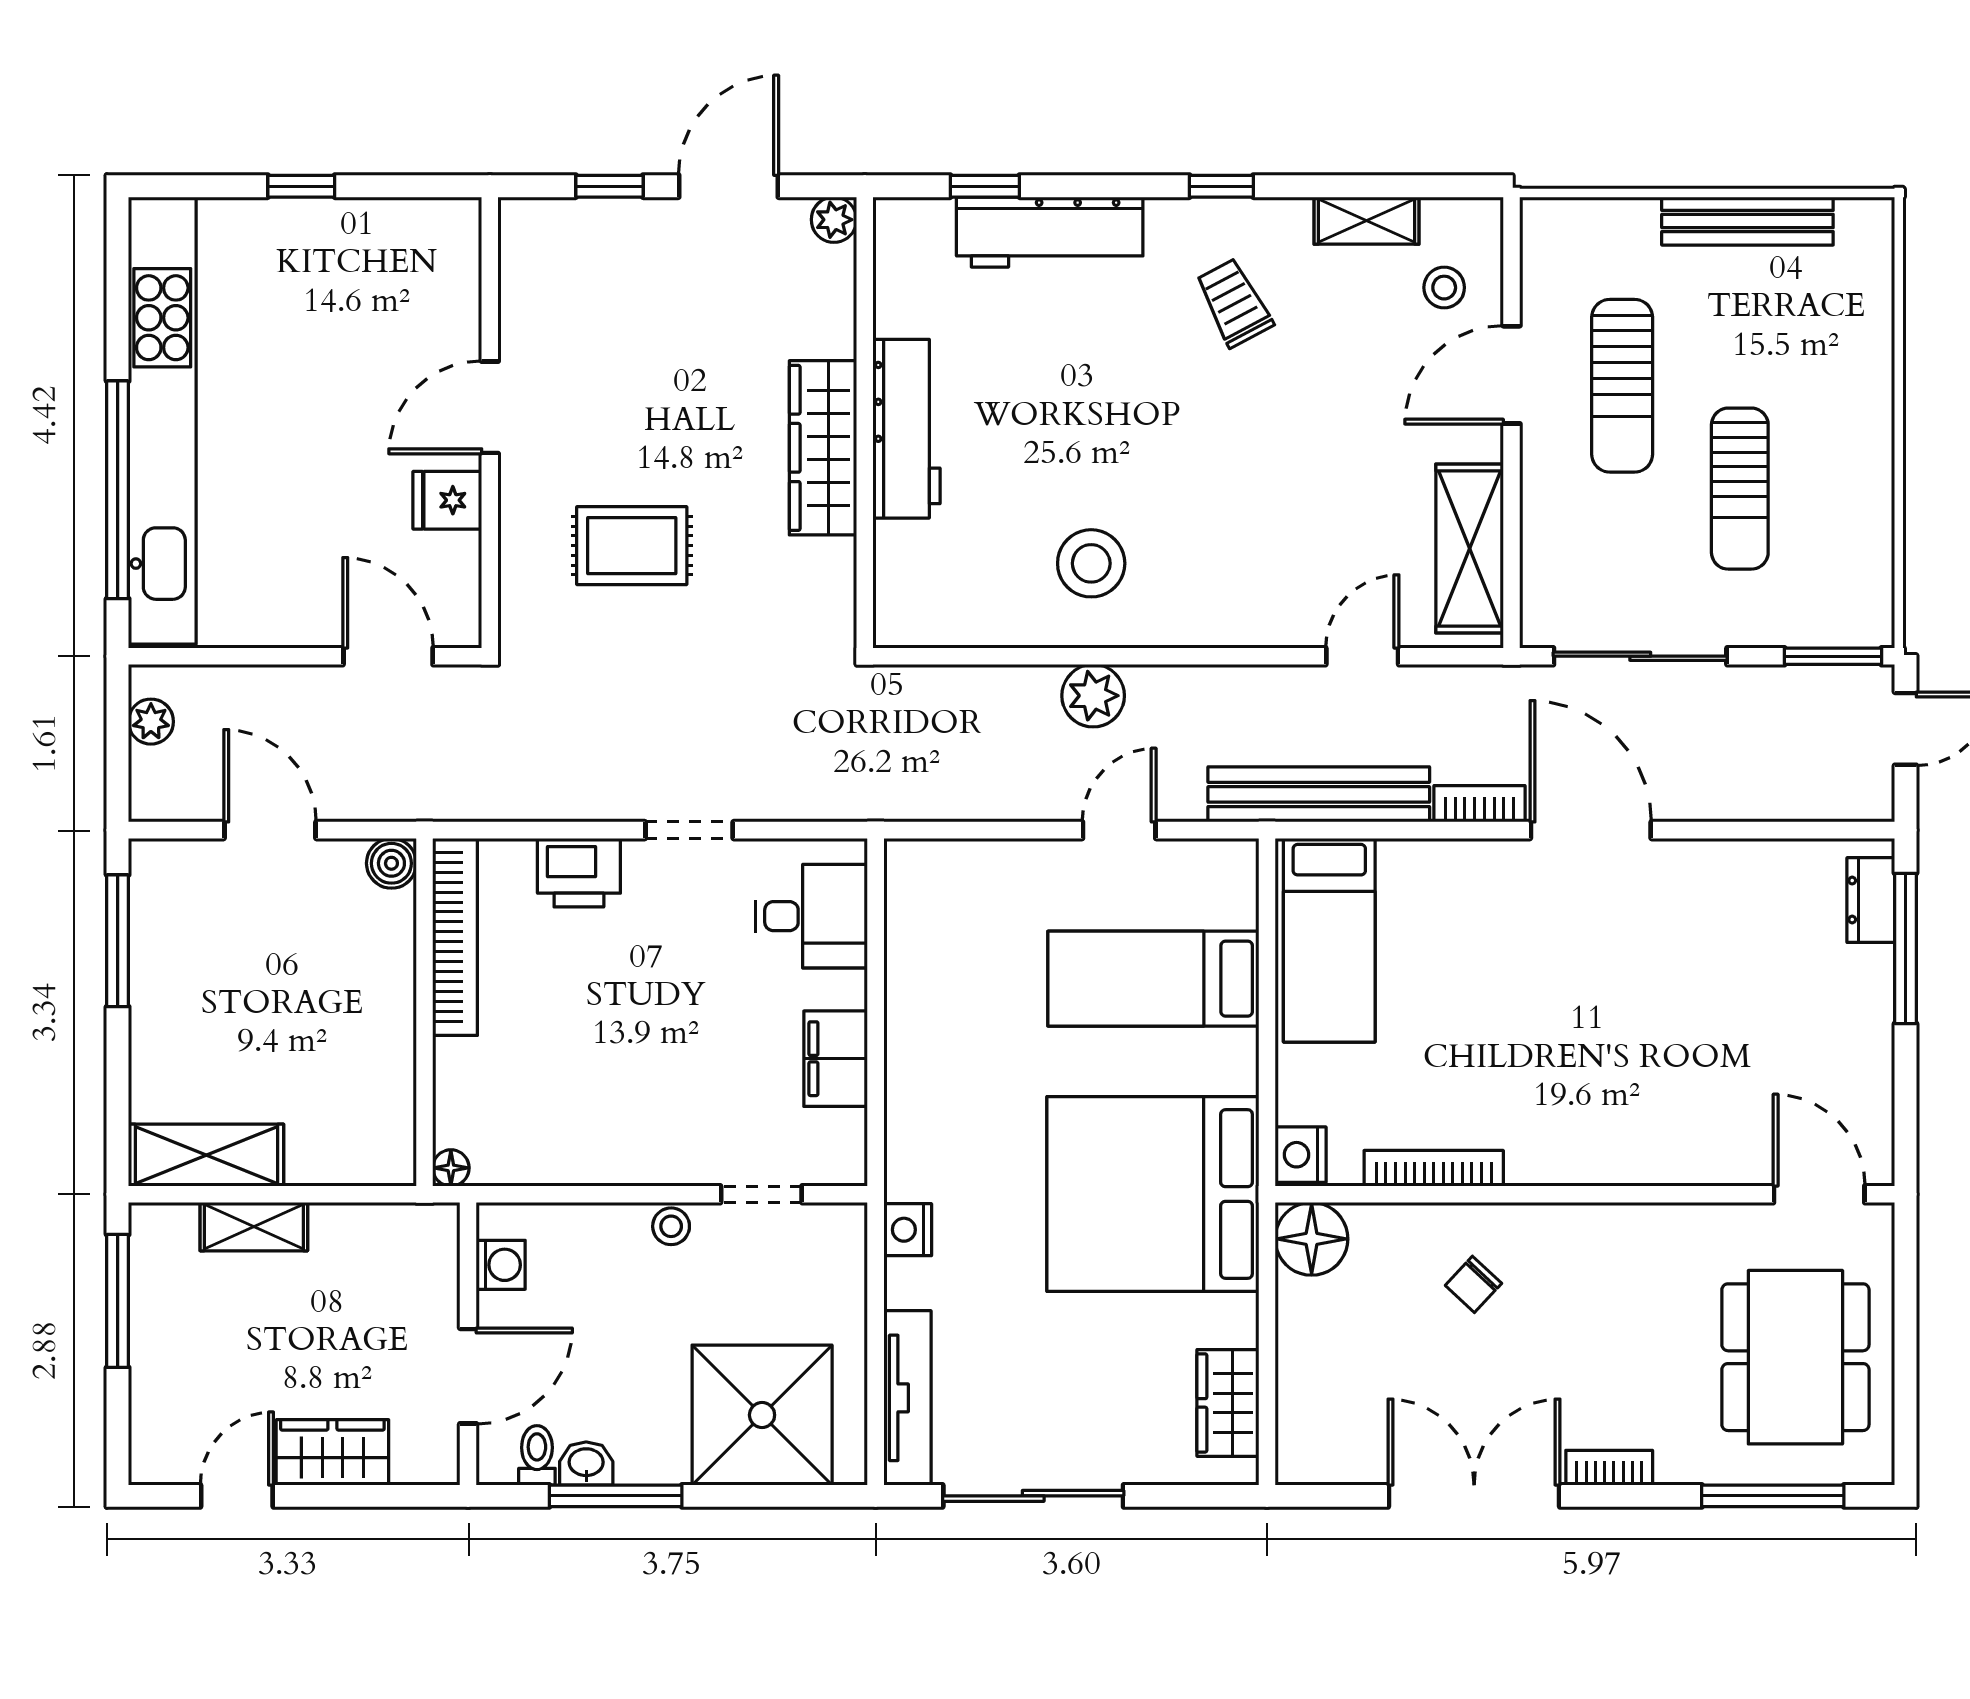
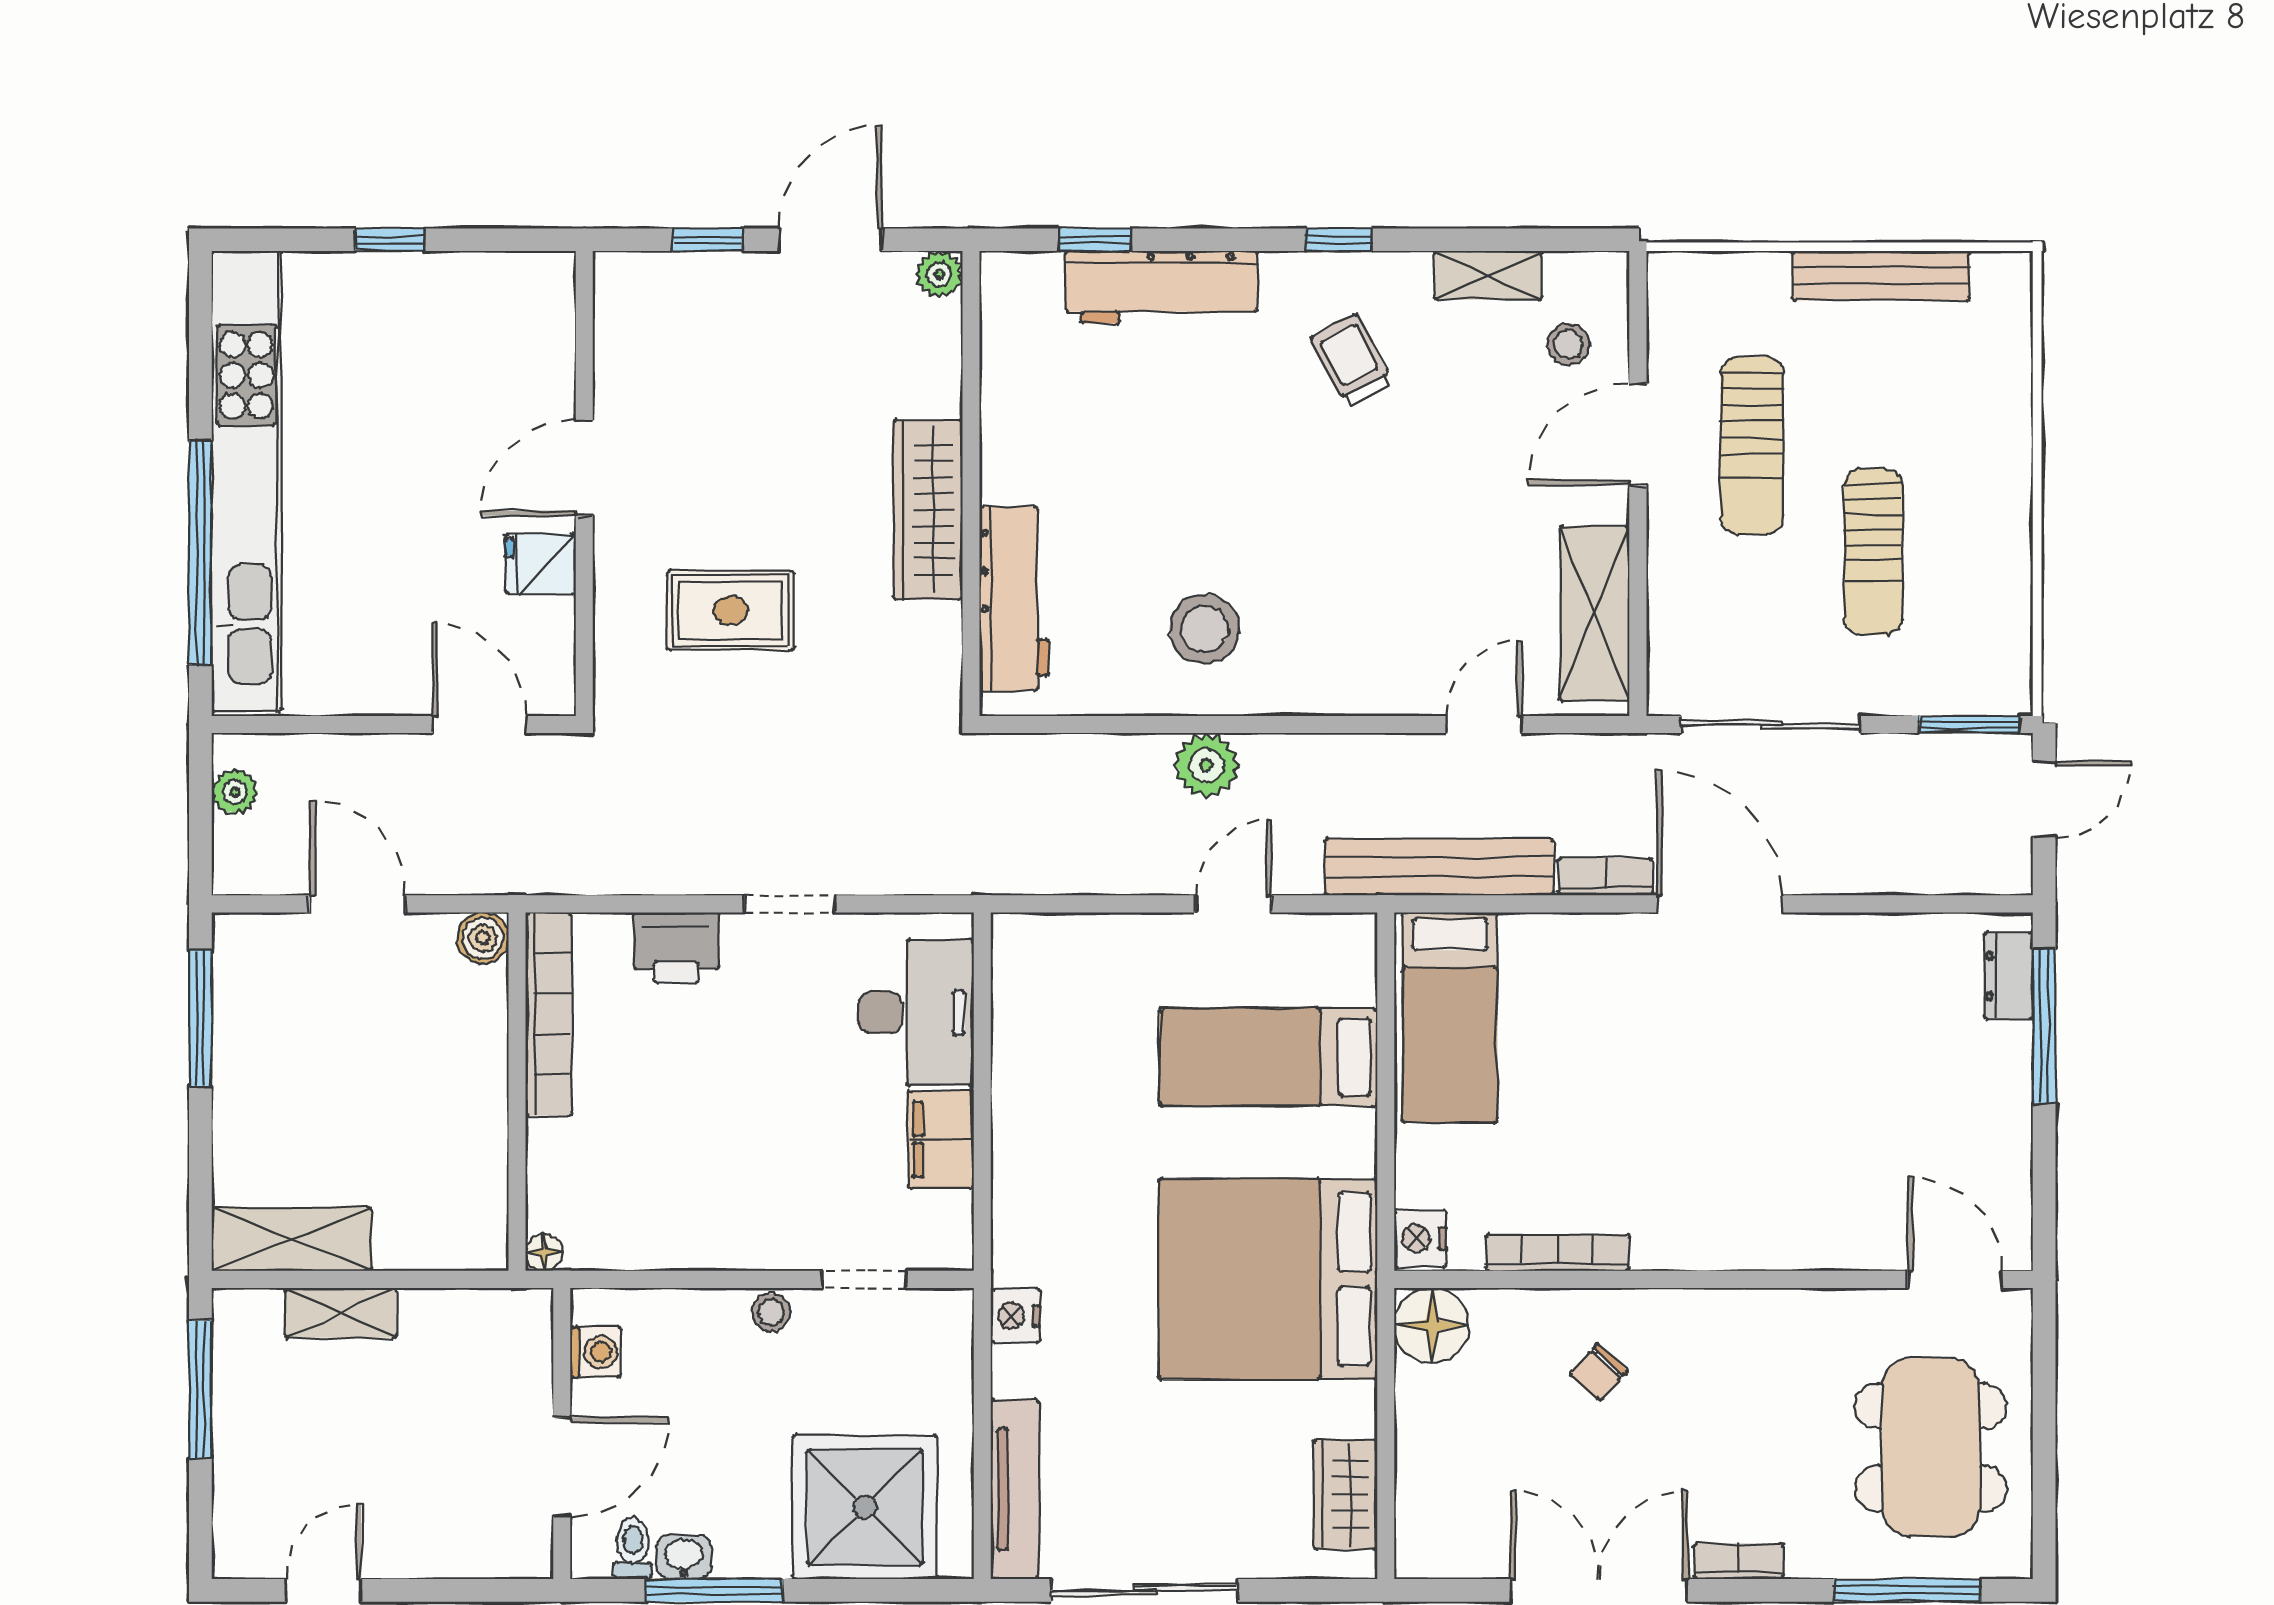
workbench: (907, 429) -> (1014, 599), moved
desk: (812, 916) -> (916, 1012), width x1.37
wardrobe: (332, 1452) -> (422, 1546), removed

